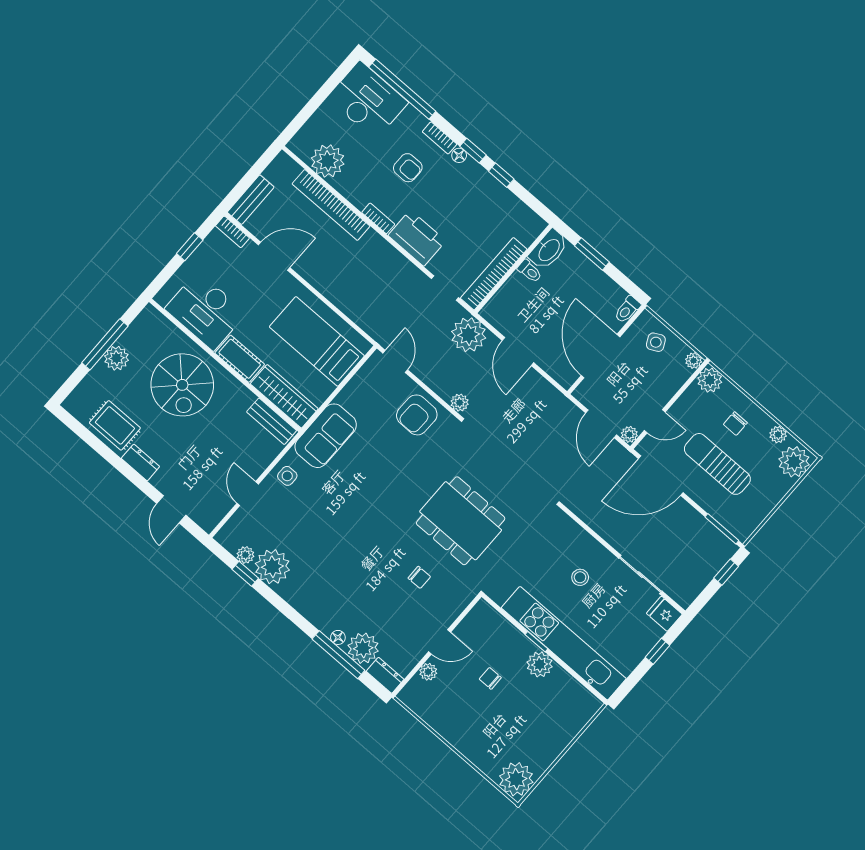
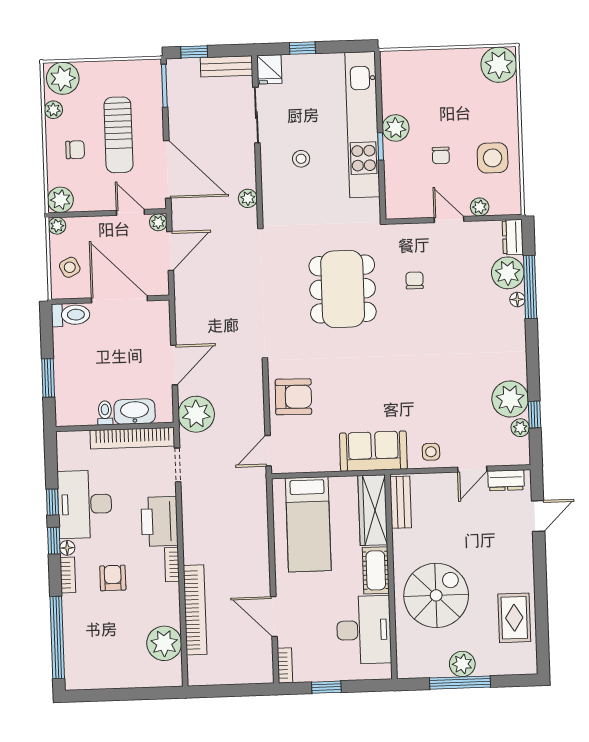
desk: (368, 100) -> (85, 504), moved
bench: (251, 200) -> (227, 66), moved
washbasin: (549, 250) -> (135, 412), moved
toilet: (627, 310) -> (71, 315), width x1.37, depth x1.39
door: (600, 356) -> (119, 299), swing flipped
plant: (460, 403) -> (248, 198), moved
dresser: (140, 462) -> (506, 480), moved, turned -90
side table: (454, 713) -> (493, 158), added

